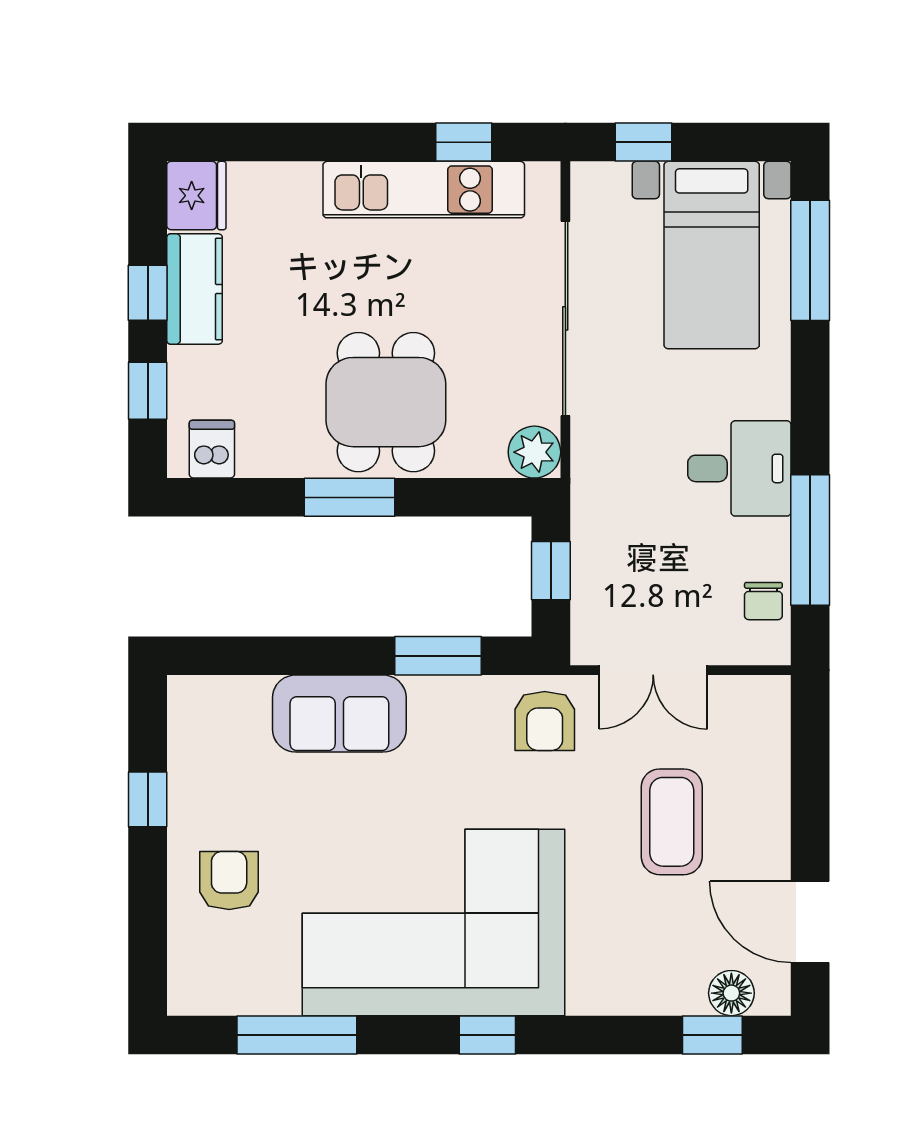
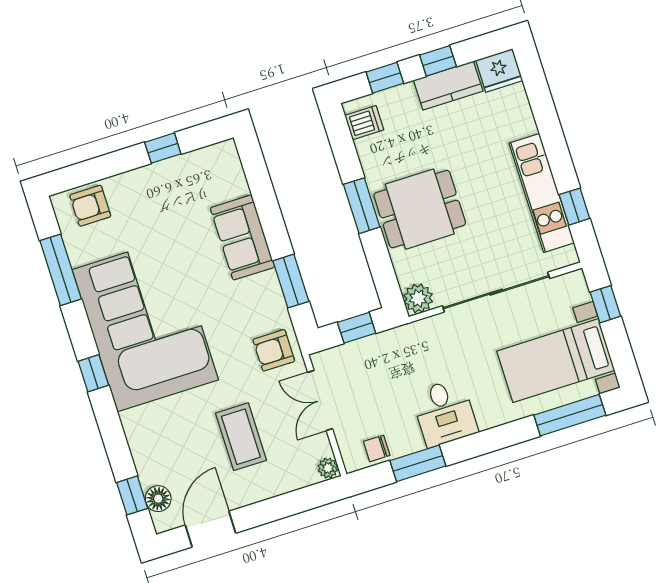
window: (810, 540) -> (418, 463), width x0.69
plant: (770, 693) -> (328, 468), added
coffee table: (672, 822) -> (241, 437), turned 90
armchair: (229, 880) -> (90, 206), moved, turned 180

